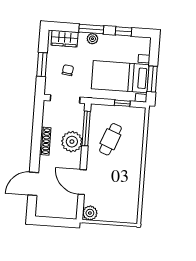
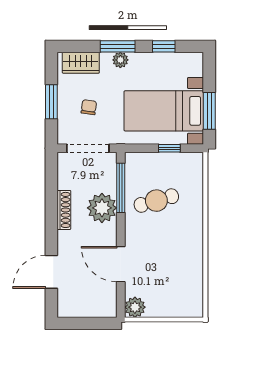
cafe table: (110, 139) -> (156, 201), turned 53

